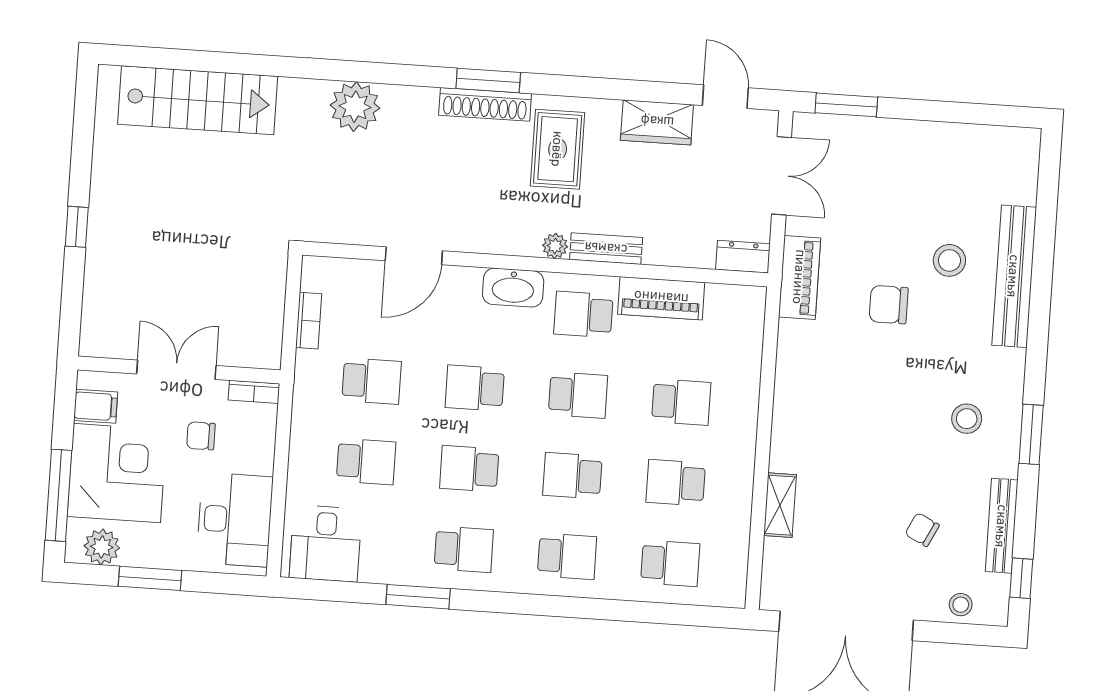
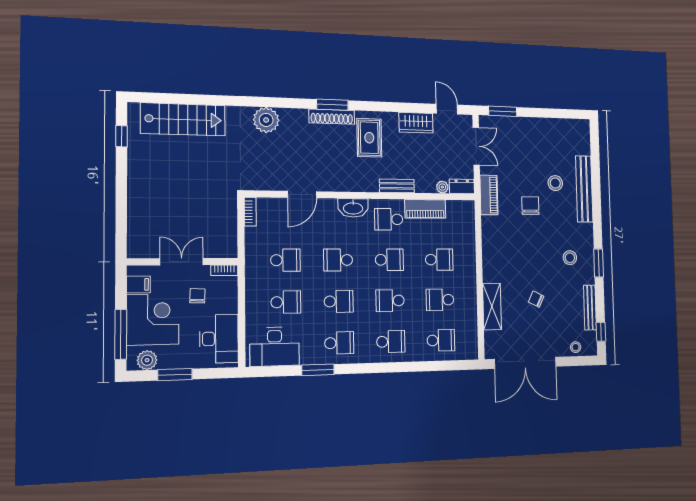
window: (77, 227) -> (122, 136), moved
plant: (555, 246) -> (442, 187), moved
chair: (889, 305) -> (530, 206), turned 90
bookcase: (309, 321) -> (250, 212), moved
chair: (201, 436) -> (197, 296), turned 92
school desk: (469, 469) -> (339, 301), turned 180
shelving: (780, 505) -> (492, 307), width x1.50, depth x1.33
chair: (922, 530) -> (536, 299), moved
desk: (325, 544) -> (275, 347), width x1.37

